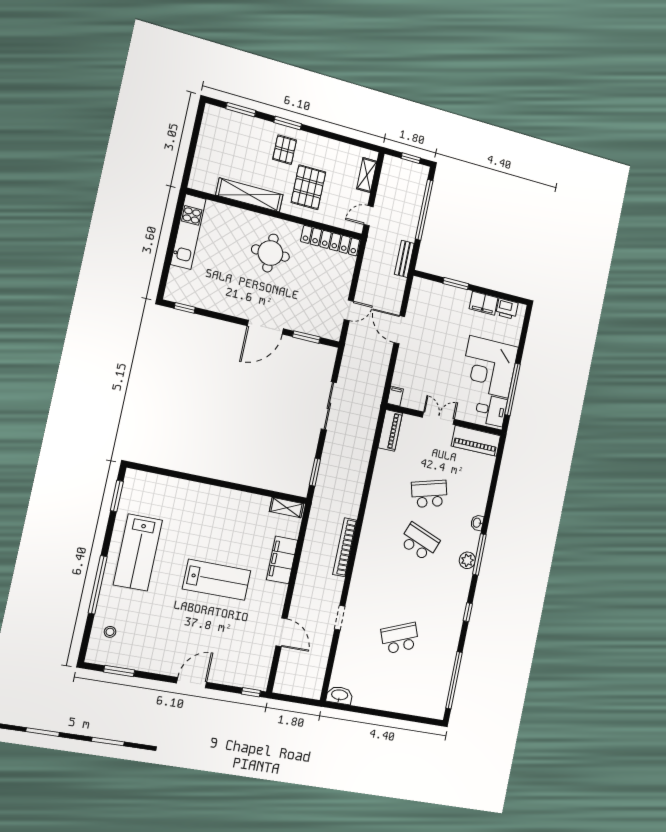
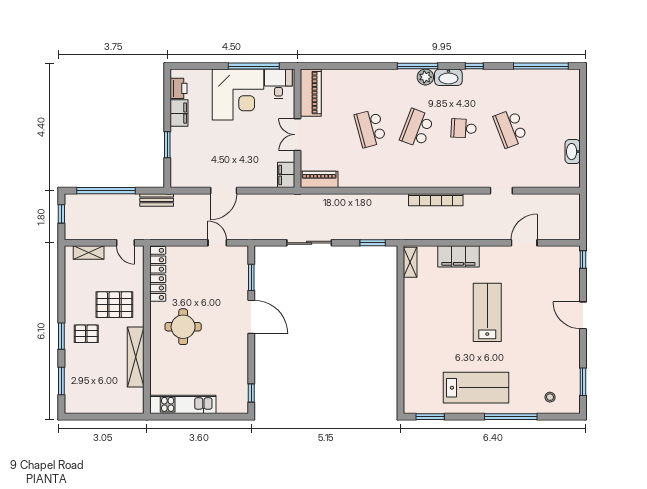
filing cabinet: (395, 396) -> (286, 175), width x2.00
washbasin: (477, 523) -> (448, 77), moved, width x1.91, depth x1.45
school desk: (410, 590) -> (464, 128), added
washbasin: (340, 695) -> (573, 152), moved

